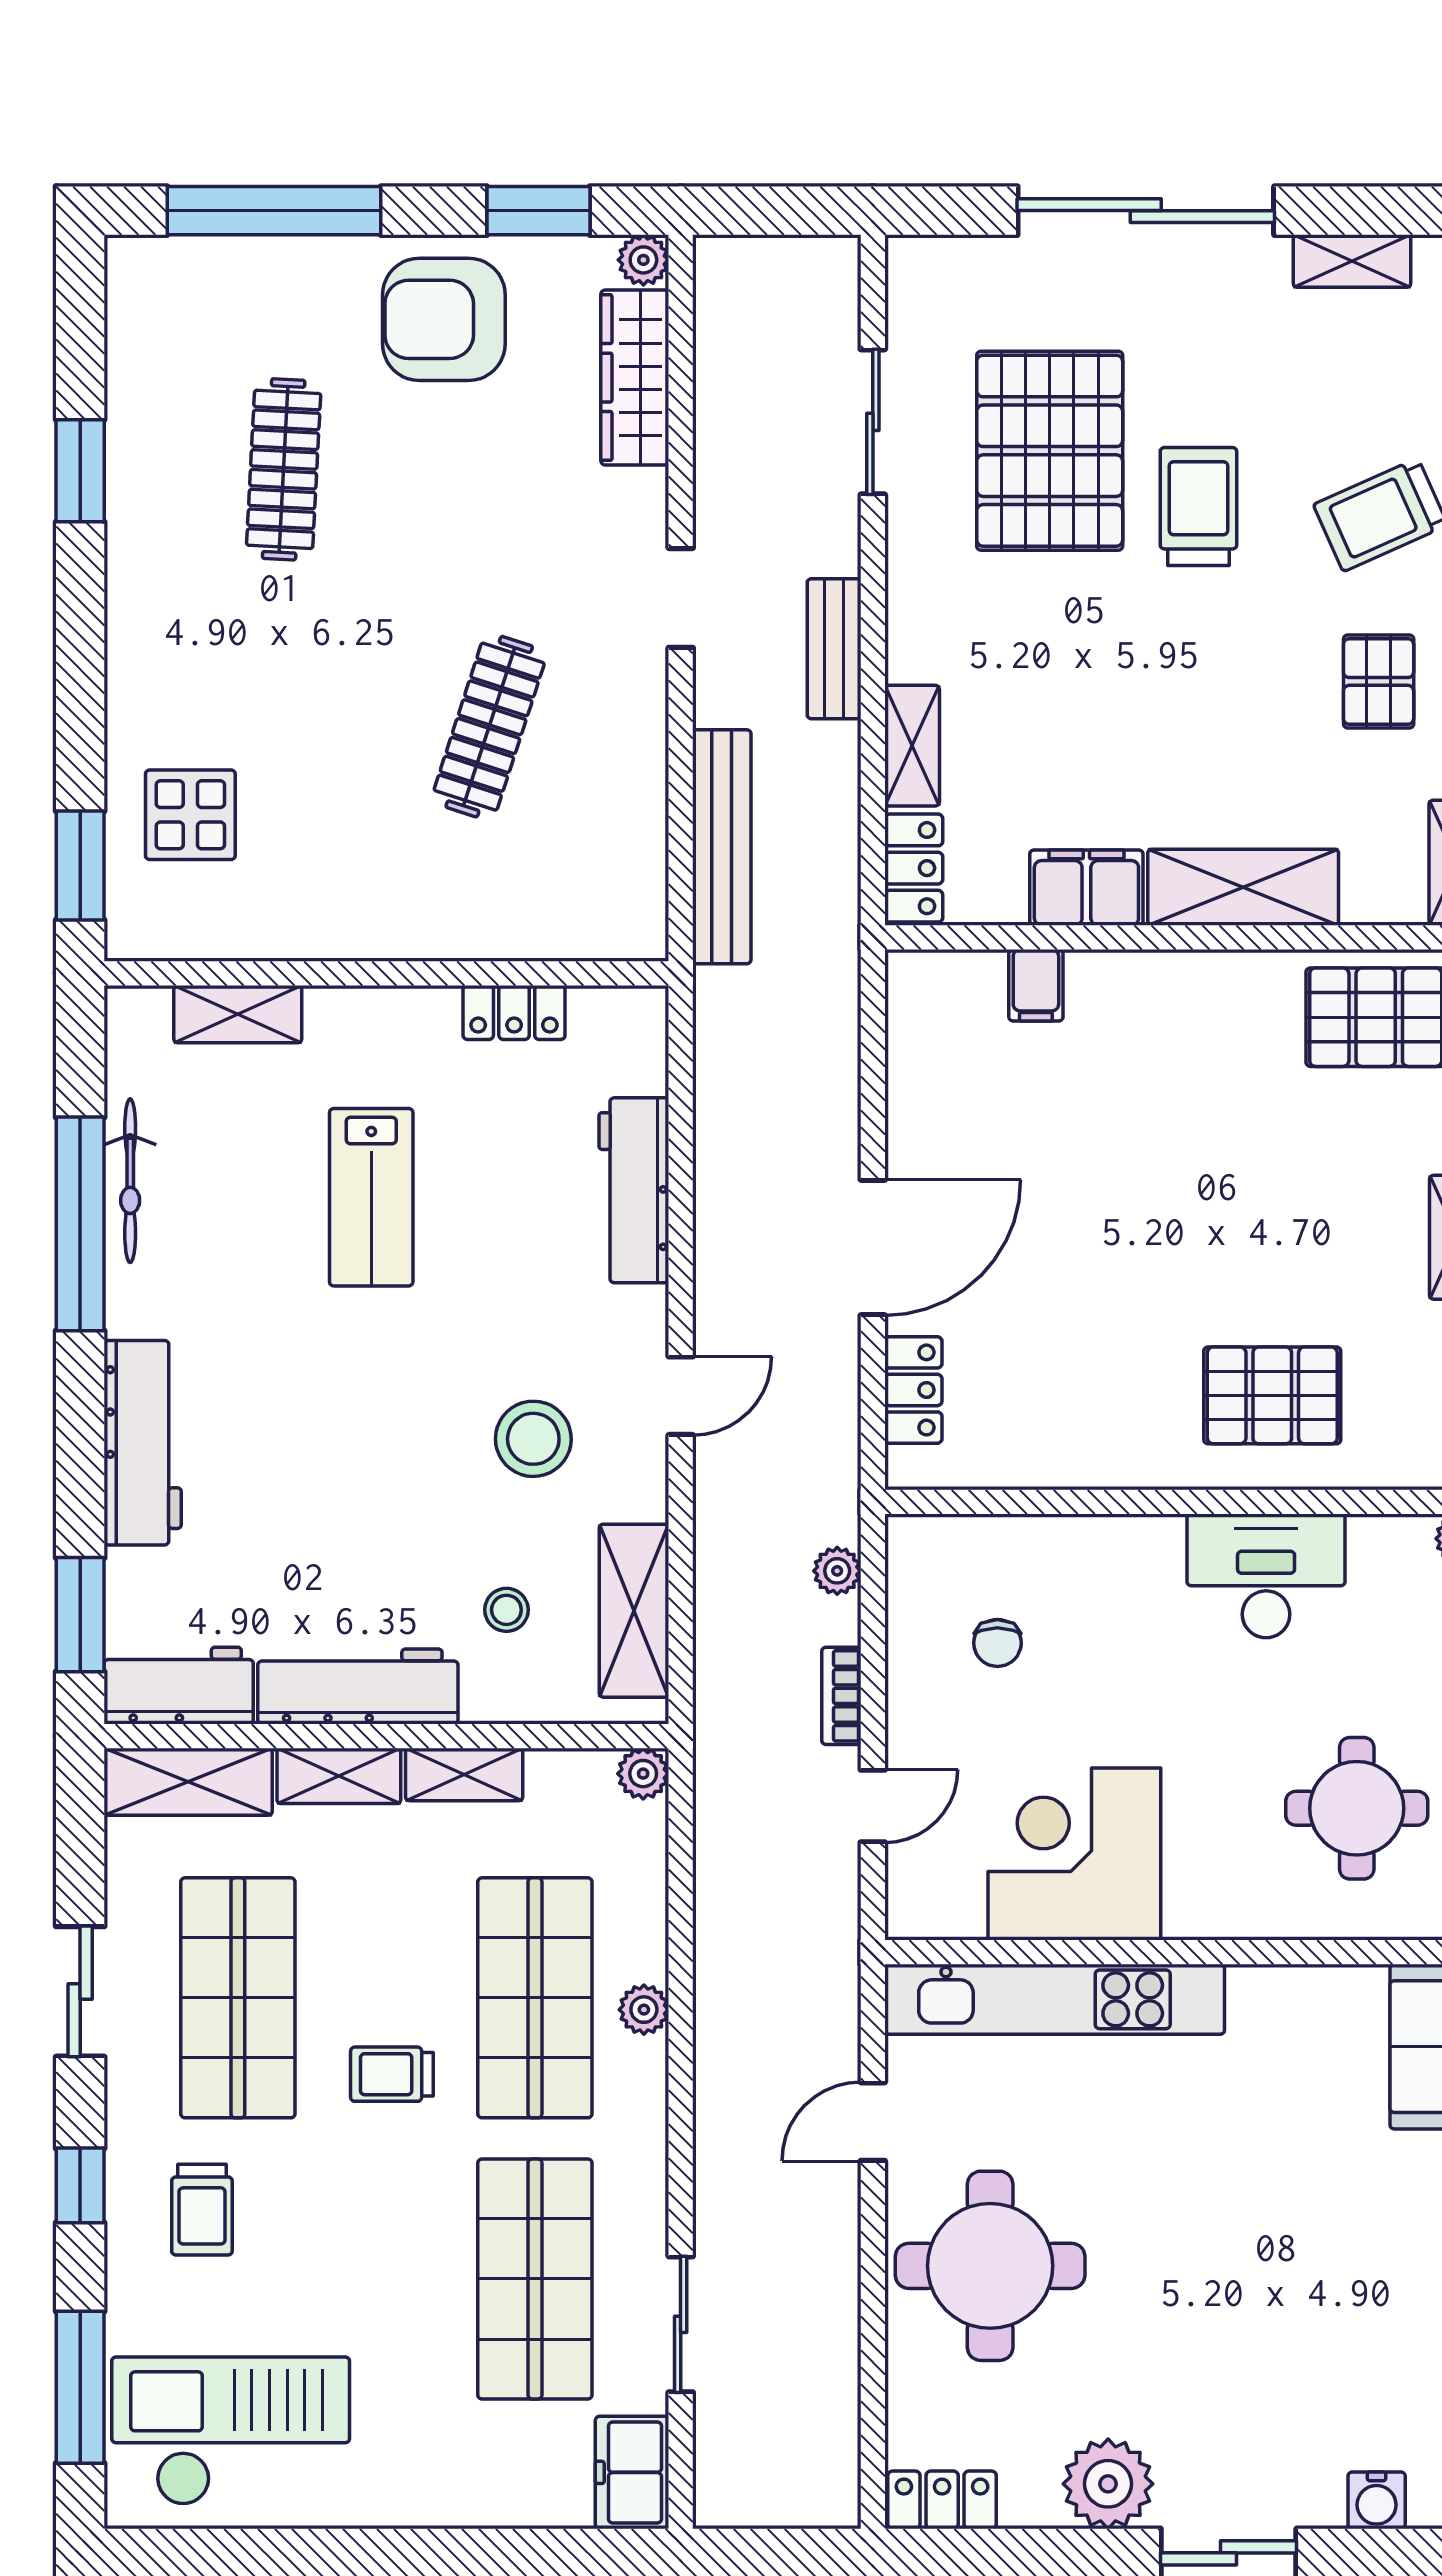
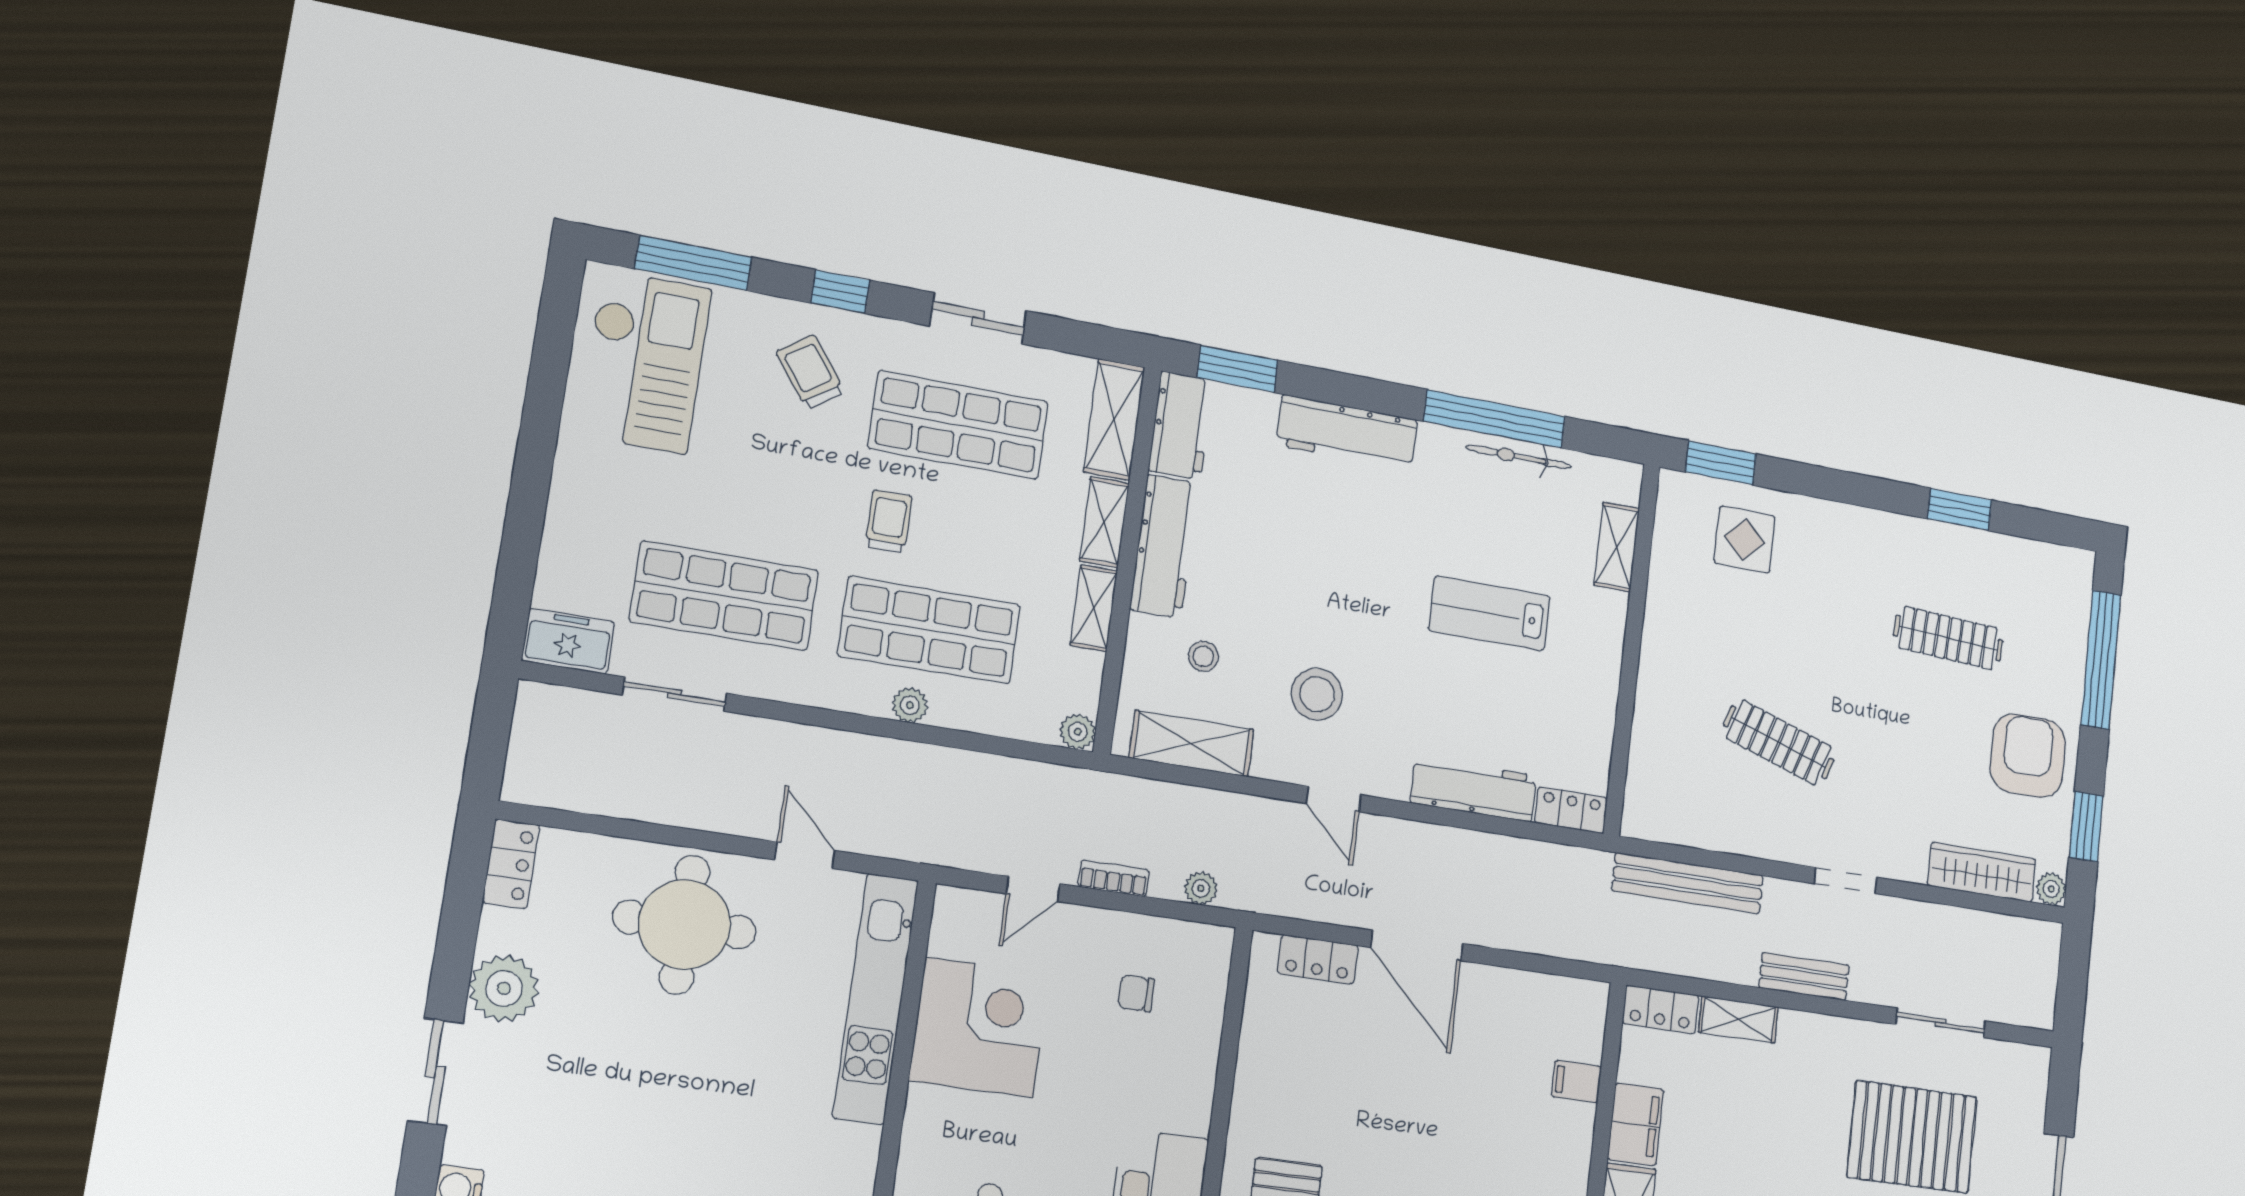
locker: (514, 1013) -> (1571, 810), moved, turned 90
door: (873, 1806) -> (1033, 889), hinge flipped
trolley: (202, 2210) -> (810, 372), turned 54

